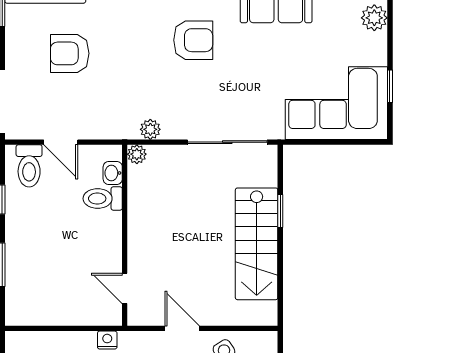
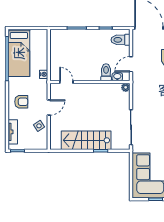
plant: (150, 129) -> (137, 93), removed
door: (61, 142) -> (131, 64), moved
door: (125, 288) -> (66, 82), hinge flipped

